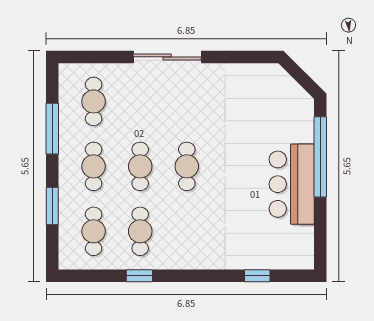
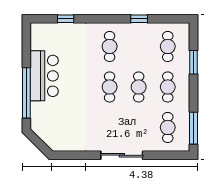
window: (52, 129) -> (194, 128), moved
cafe table: (140, 231) -> (110, 46), moved

